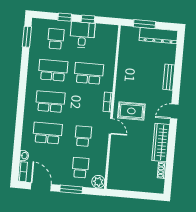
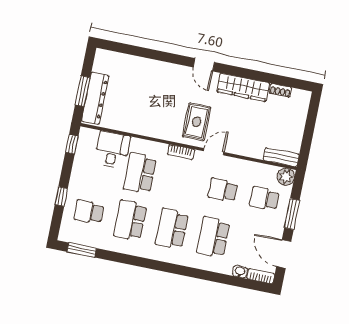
window: (88, 19) -> (72, 144), moved
desk: (82, 35) -> (112, 150), moved, turned 90
dresser: (158, 36) -> (95, 98), moved
bench: (169, 77) -> (281, 157), moved
door: (41, 187) -> (284, 254), hinge flipped

